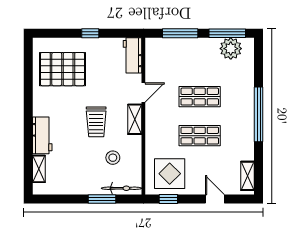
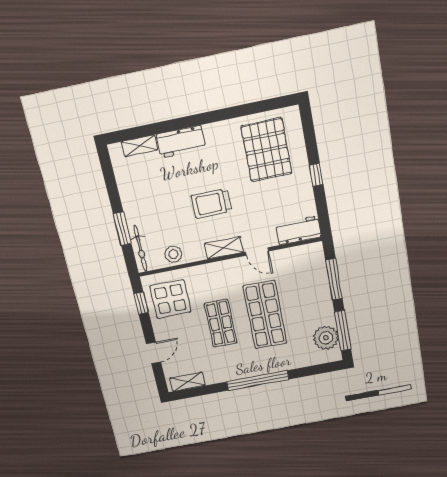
shop shelf: (200, 97) -> (265, 315), width x1.43, depth x1.36
stool: (113, 158) -> (173, 254), moved

